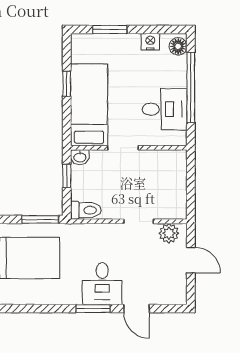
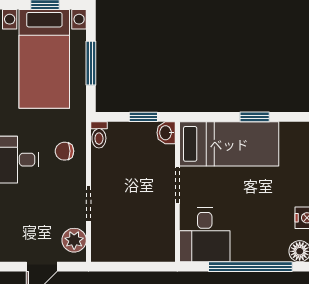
desk: (165, 109) -> (205, 235), moved
toilet: (86, 210) -> (99, 135), width x0.73, depth x0.72
window: (40, 219) -> (91, 63), moved
chair: (95, 241) -> (64, 151), added

